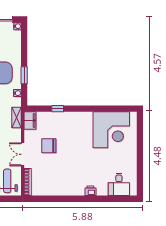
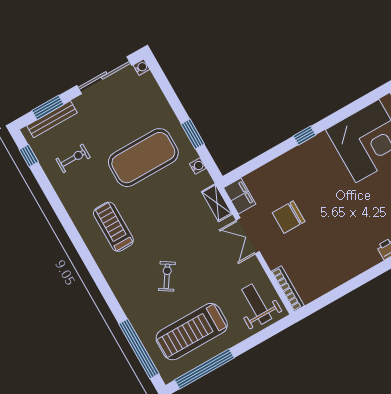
window: (58, 109) -> (304, 135), moved
double door: (23, 154) -> (248, 236), moved

